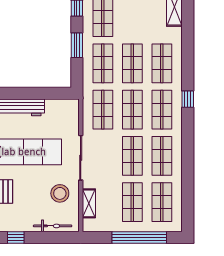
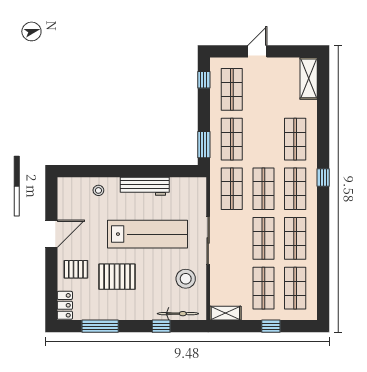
window: (77, 45) -> (204, 145), moved
shop shelf: (132, 63) -> (263, 139), removed
shelving: (89, 203) -> (225, 313), moved, turned 90
window: (16, 238) -> (161, 326), moved
window: (139, 238) -> (271, 326), width x0.32

